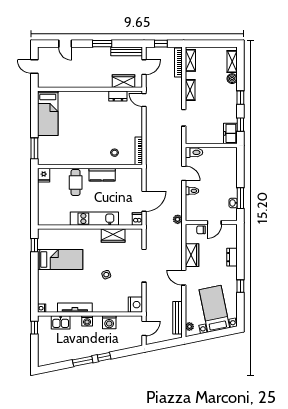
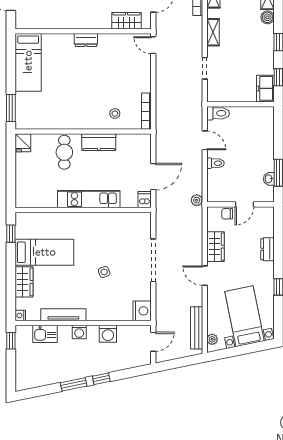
dresser: (118, 96) -> (86, 40), moved
wardrobe: (113, 235) -> (24, 282), moved, turned -90

